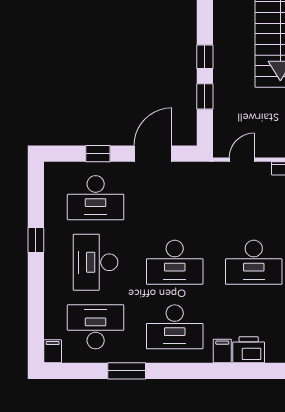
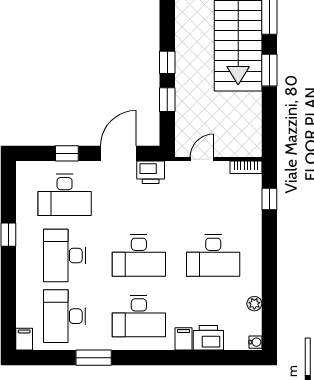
printer: (187, 174) -> (151, 172), added
desk: (96, 327) -> (65, 316), turned -90

